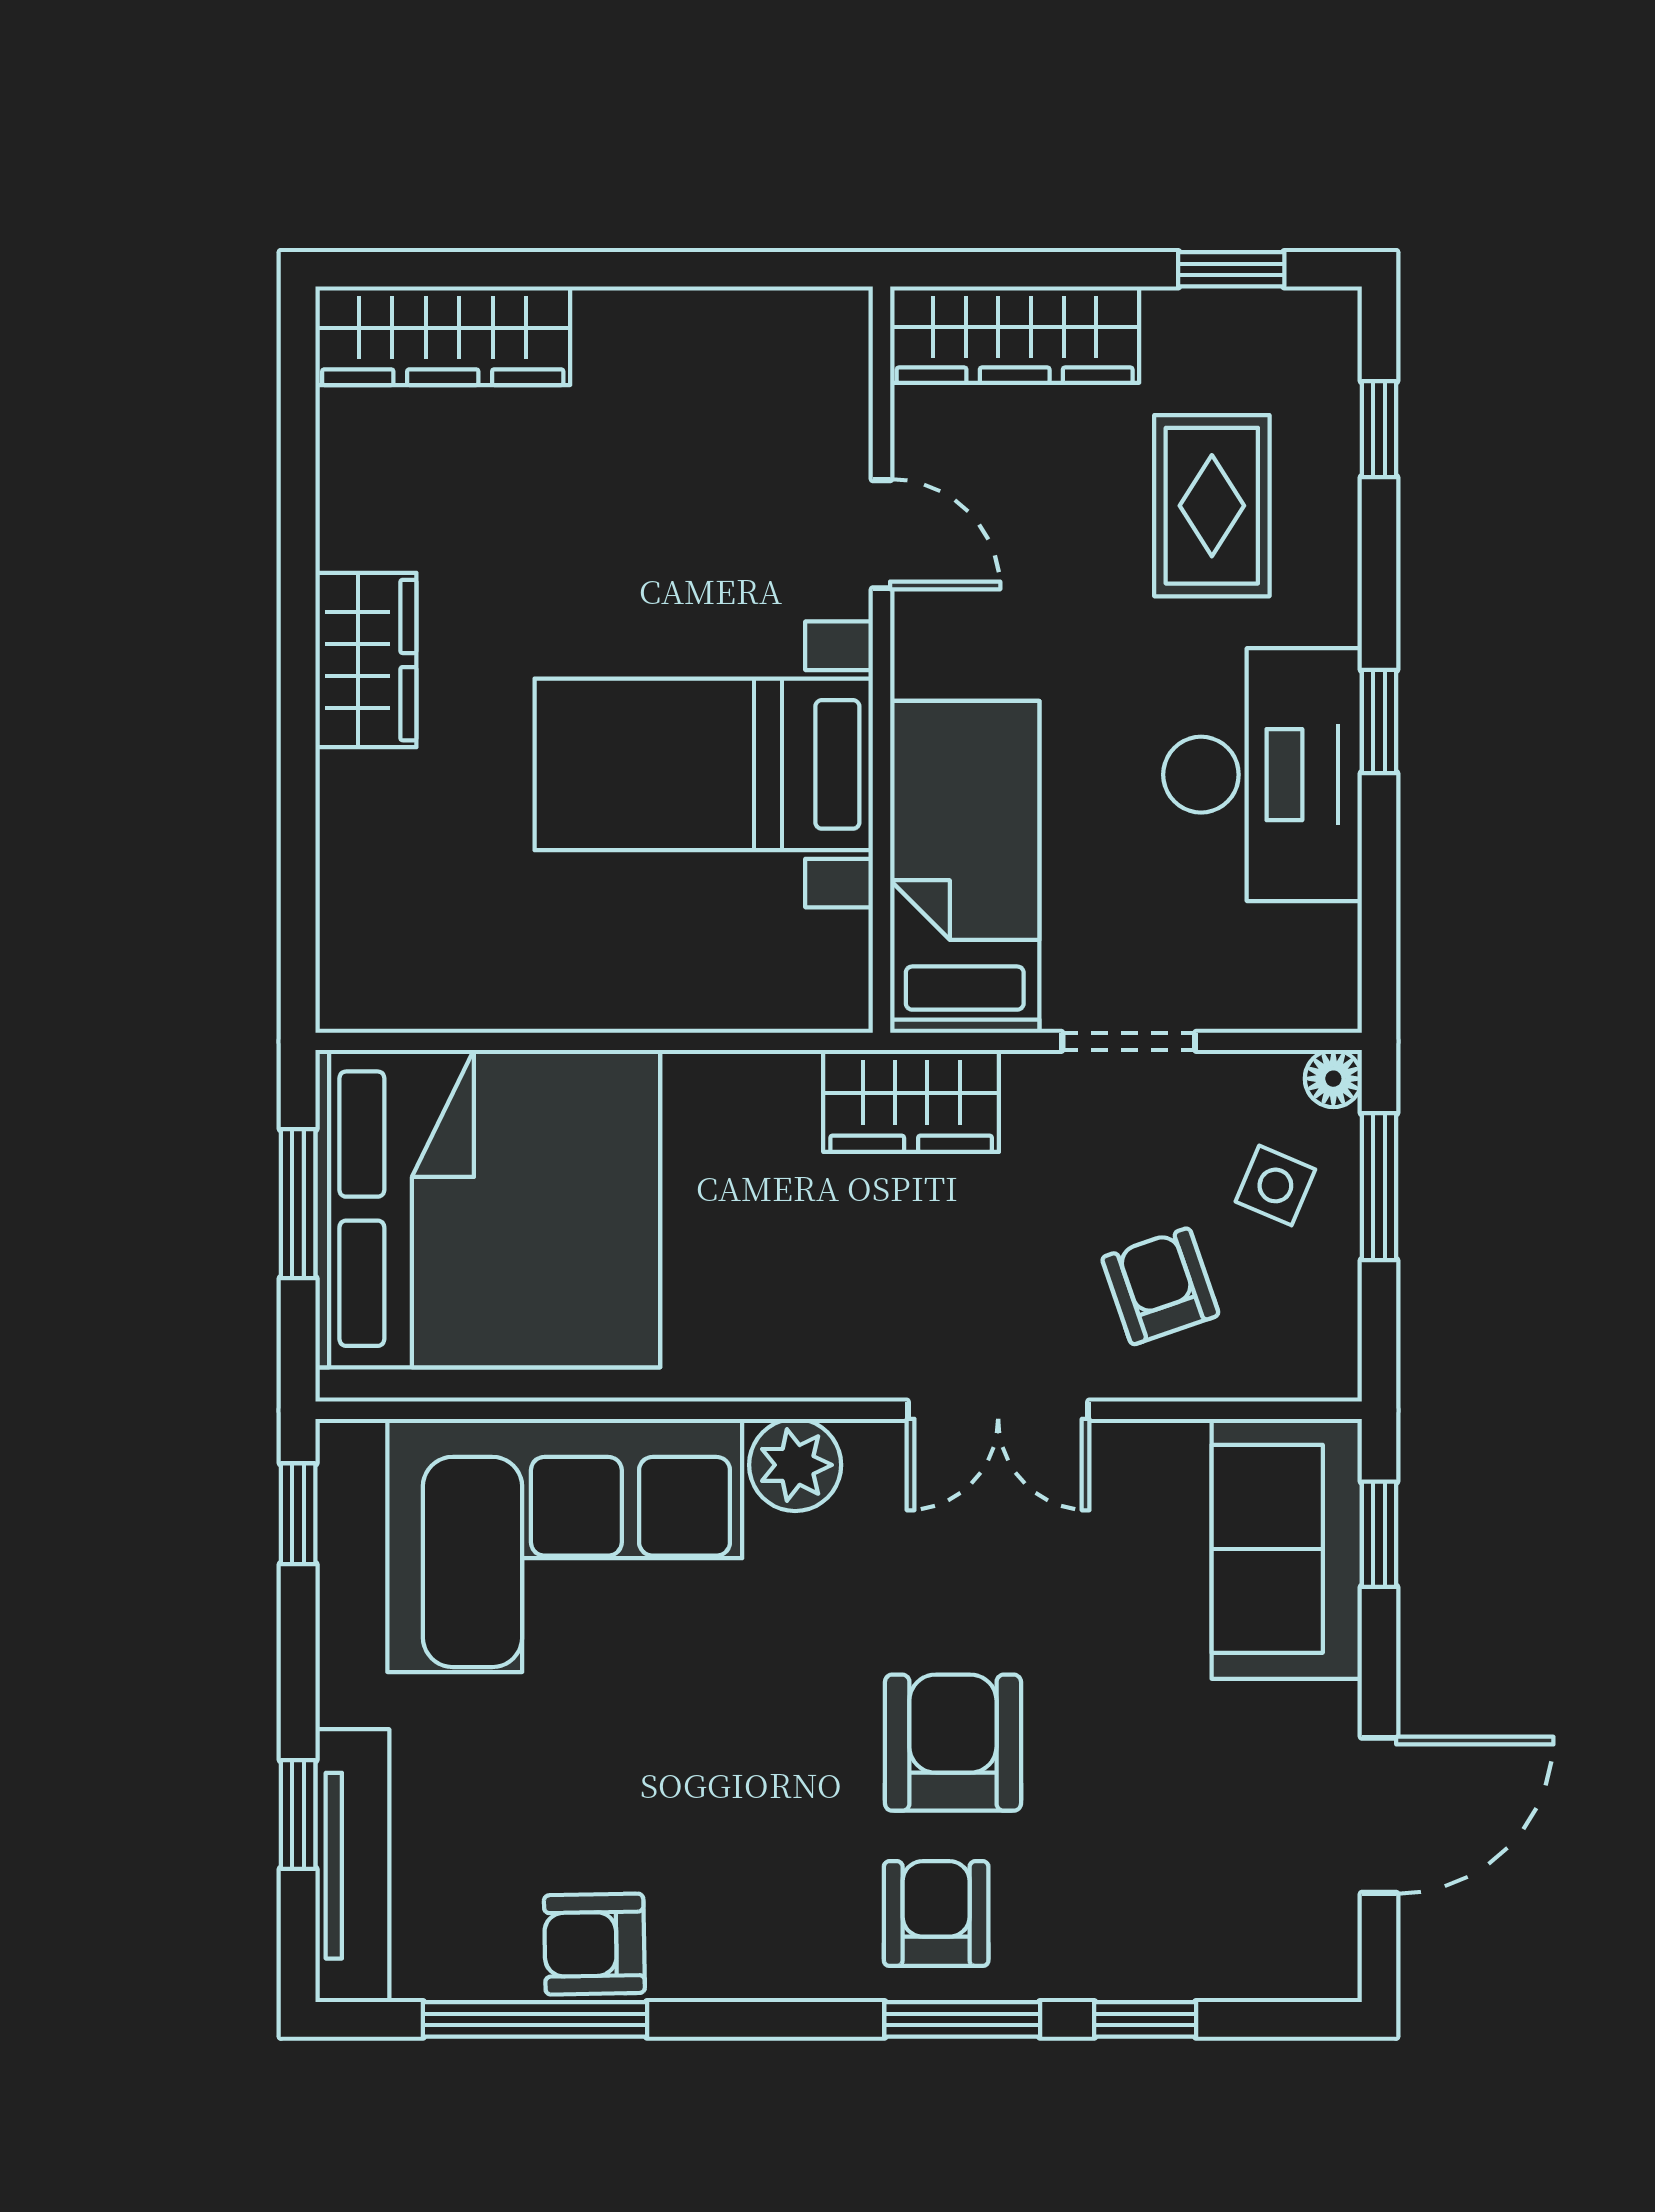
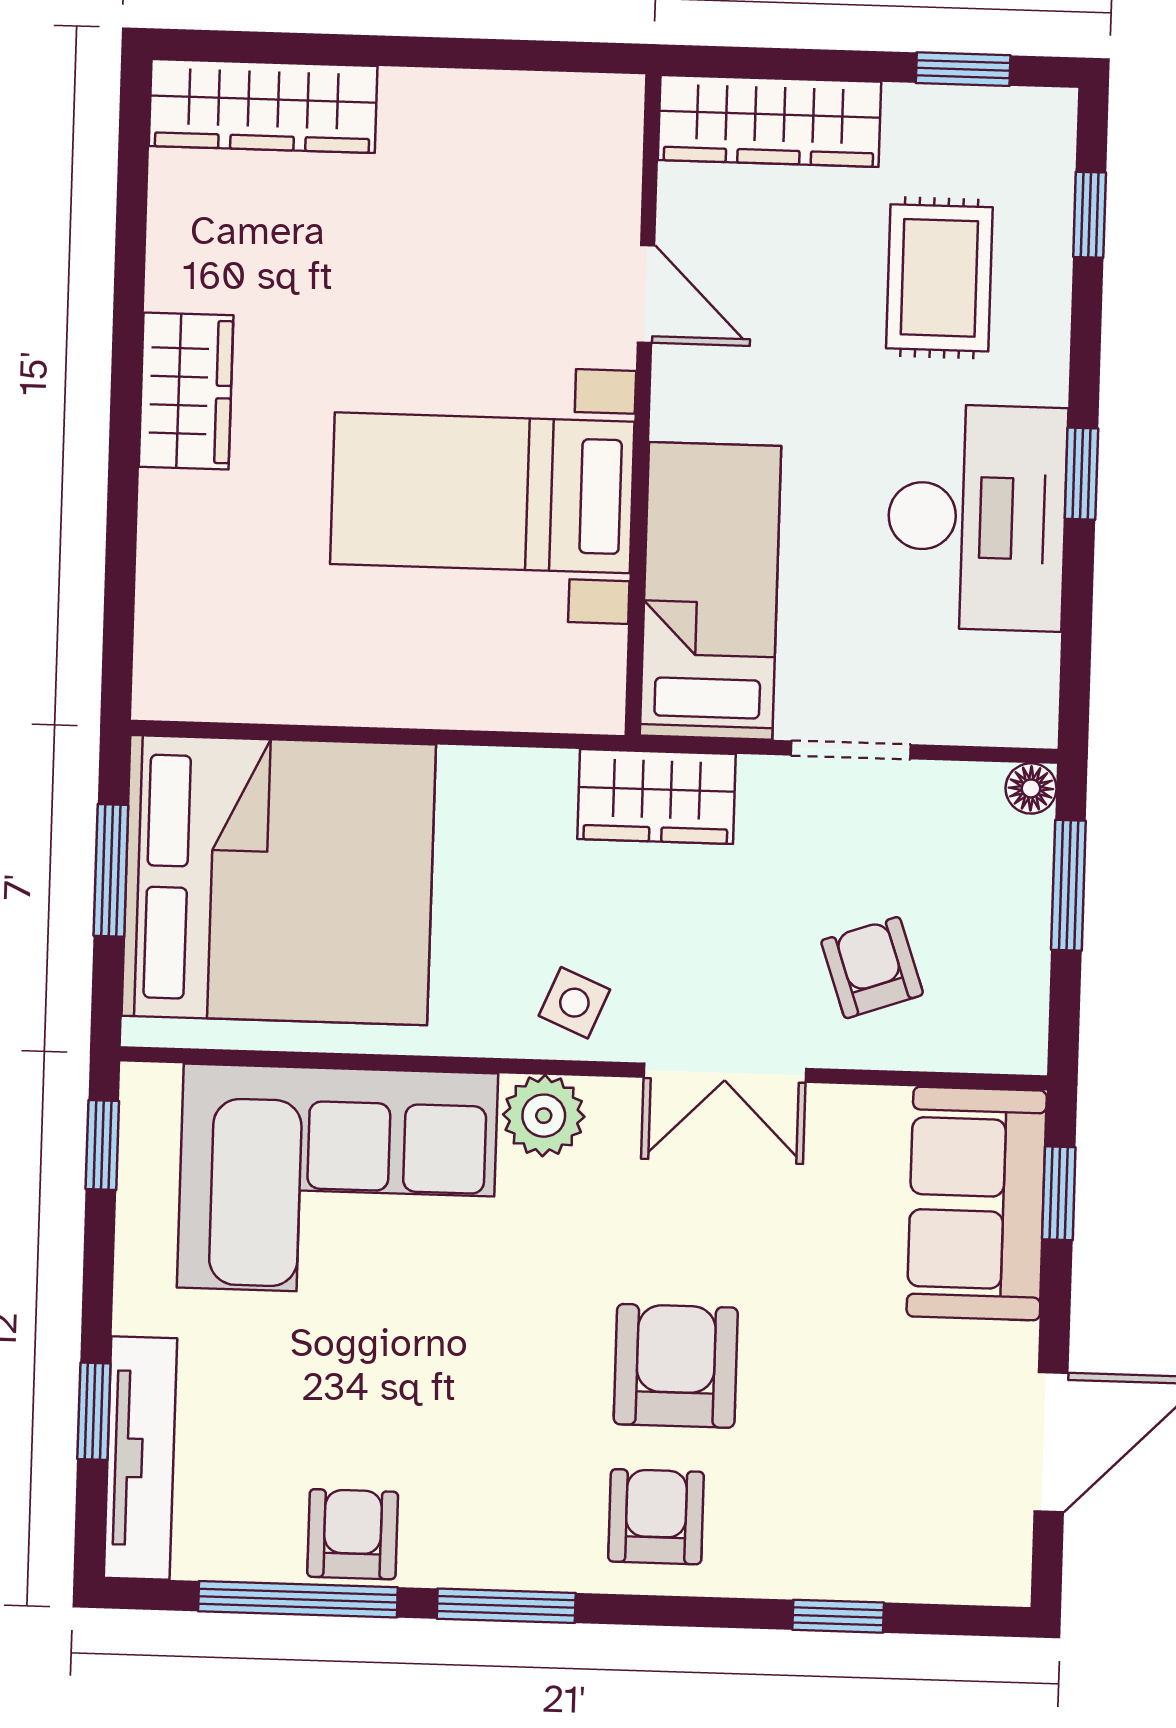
side table: (1275, 1185) -> (574, 1003), moved
armchair: (594, 1944) -> (353, 1534), turned 91
window: (962, 2019) -> (506, 1606), moved

